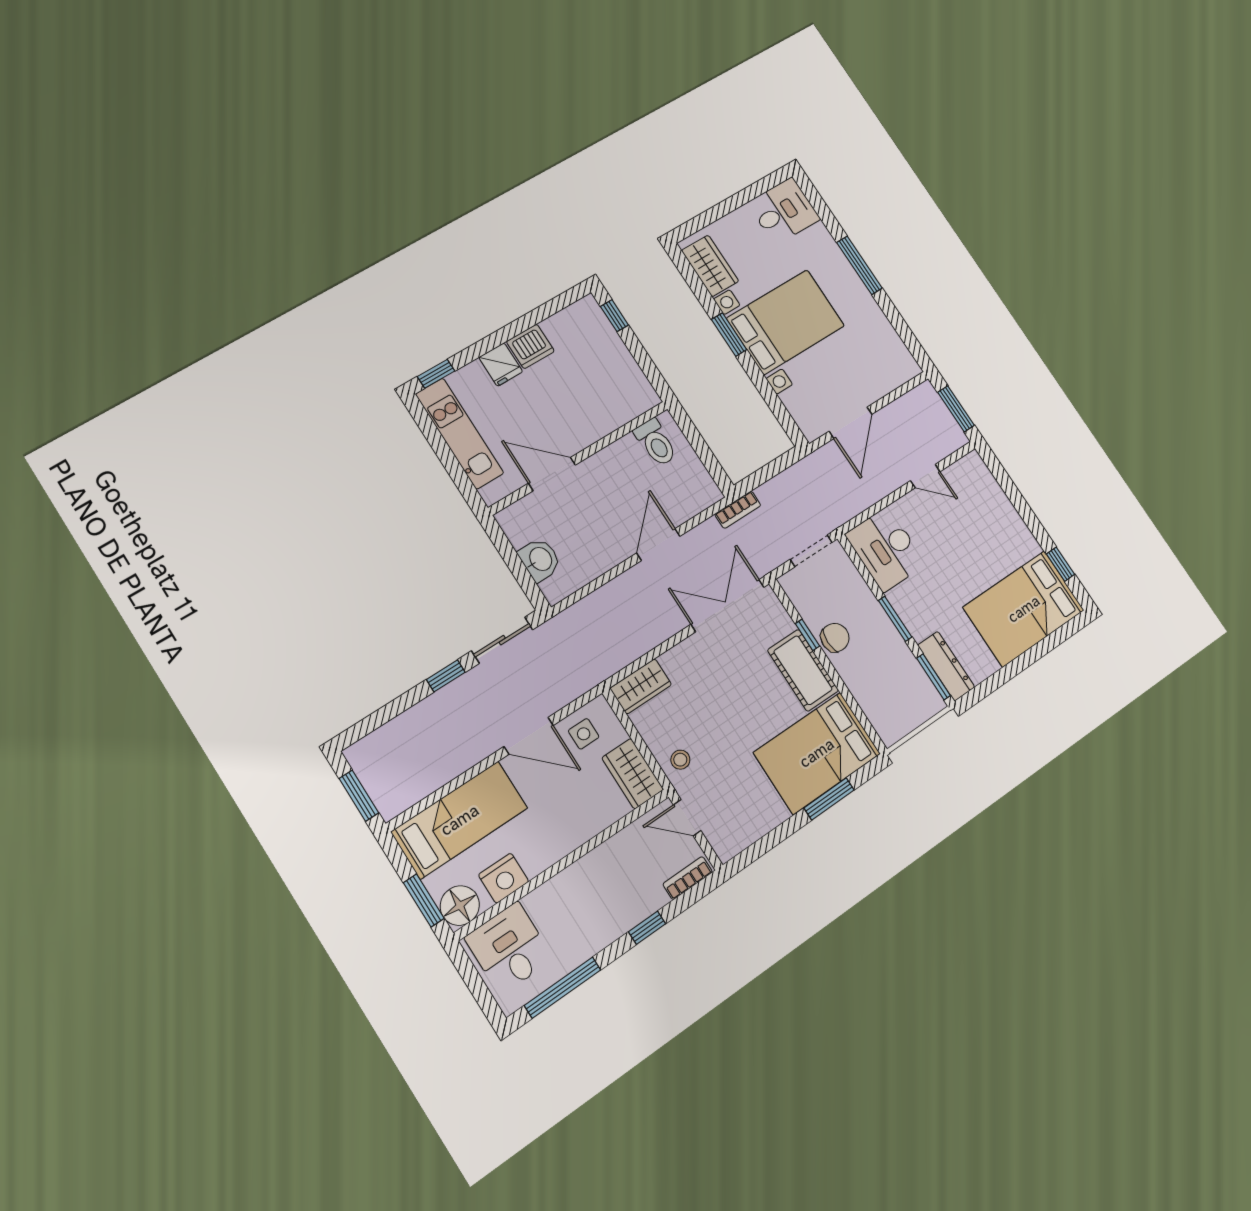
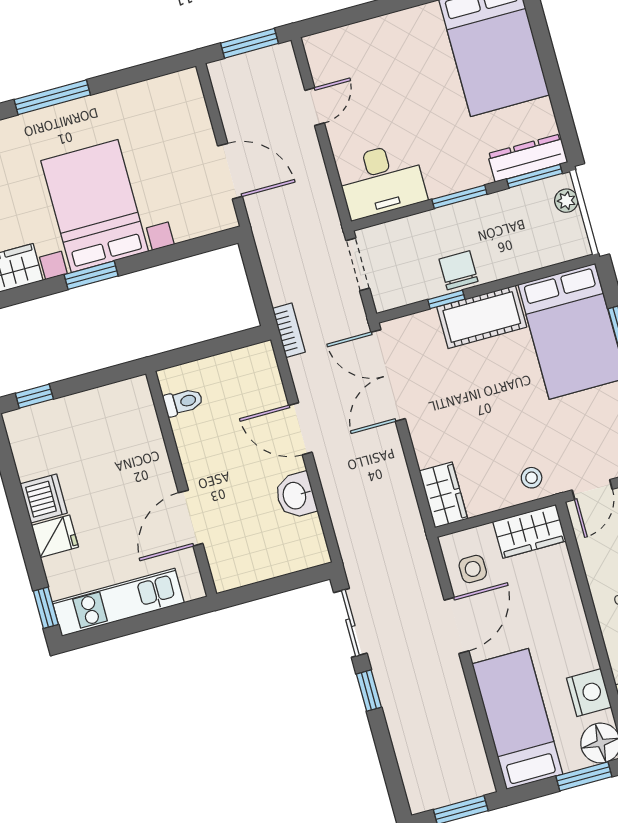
toilet: (656, 443) -> (183, 402), width x0.73, depth x0.72
washbasin: (540, 560) -> (295, 495), moved, turned -90
plant: (923, 711) -> (566, 201), added

